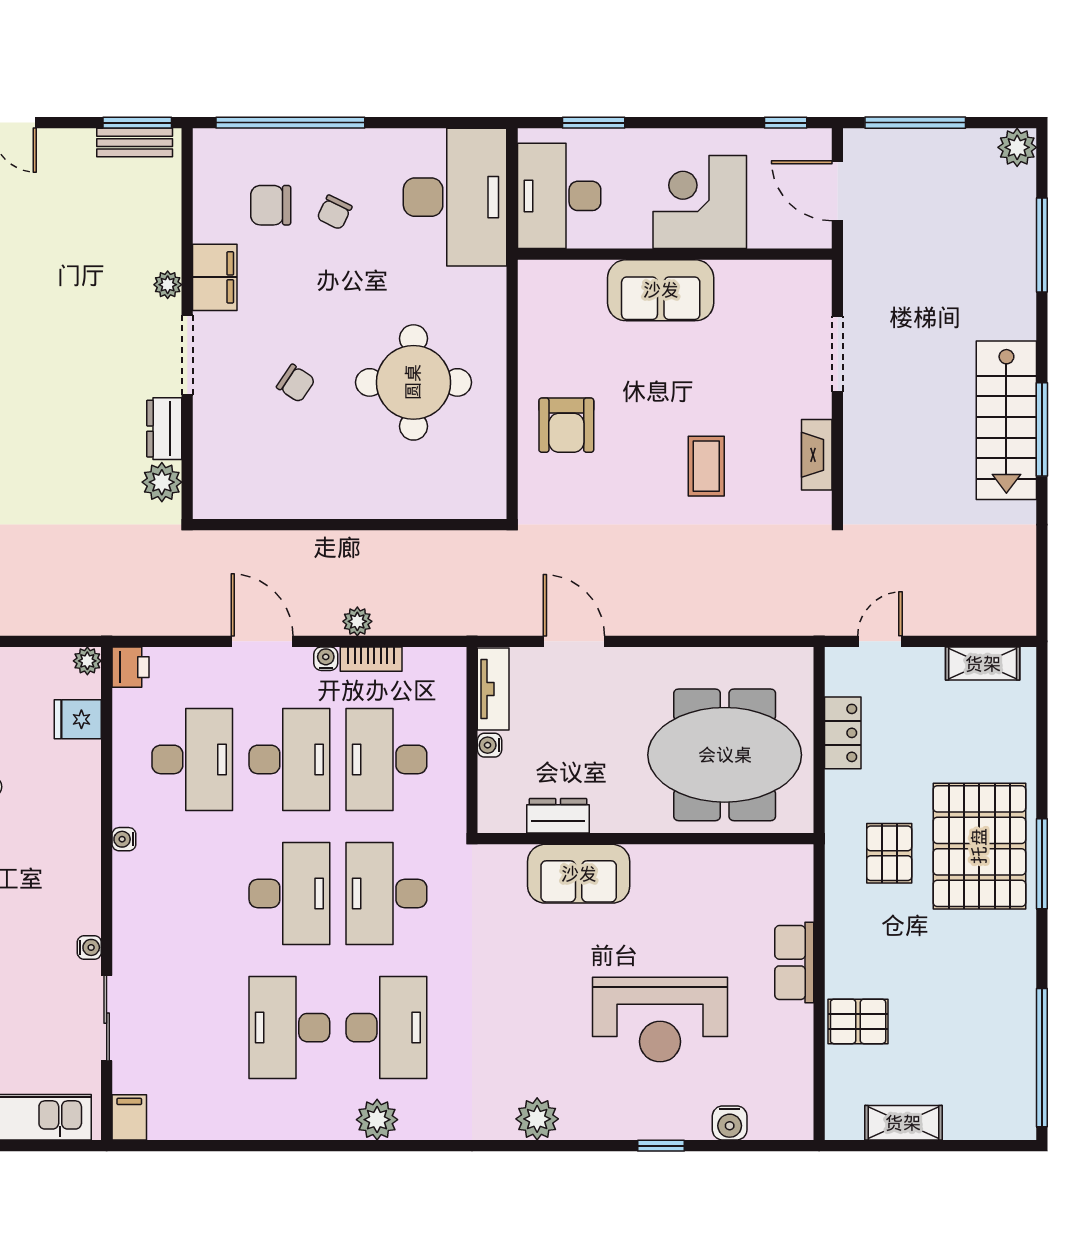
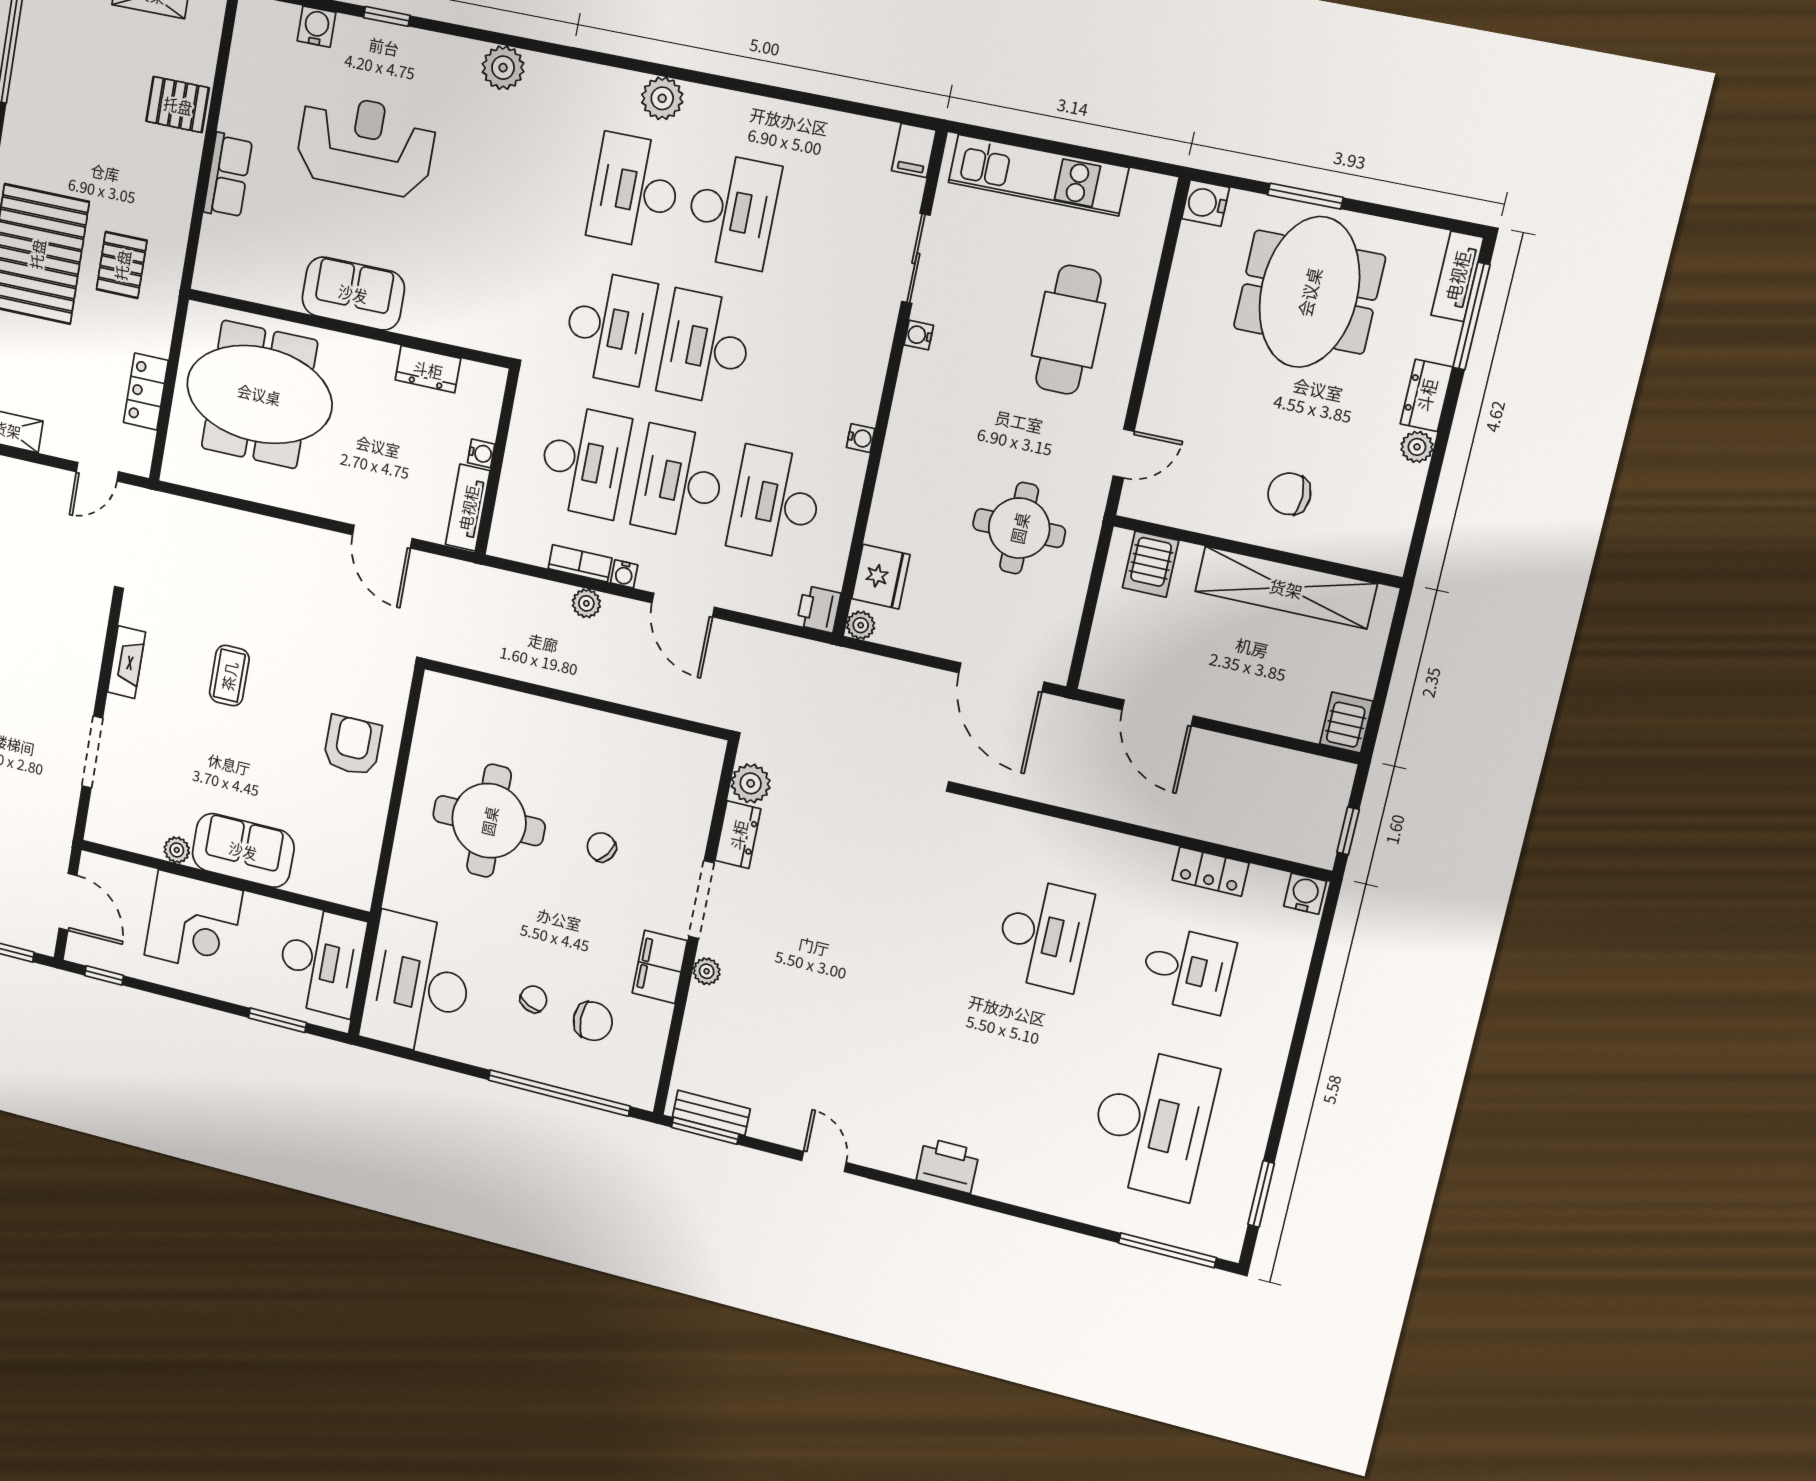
plant: (730, 274) -> (177, 850), added
fridge: (78, 719) -> (881, 577), width x1.38
sofa: (579, 874) -> (353, 293), moved

